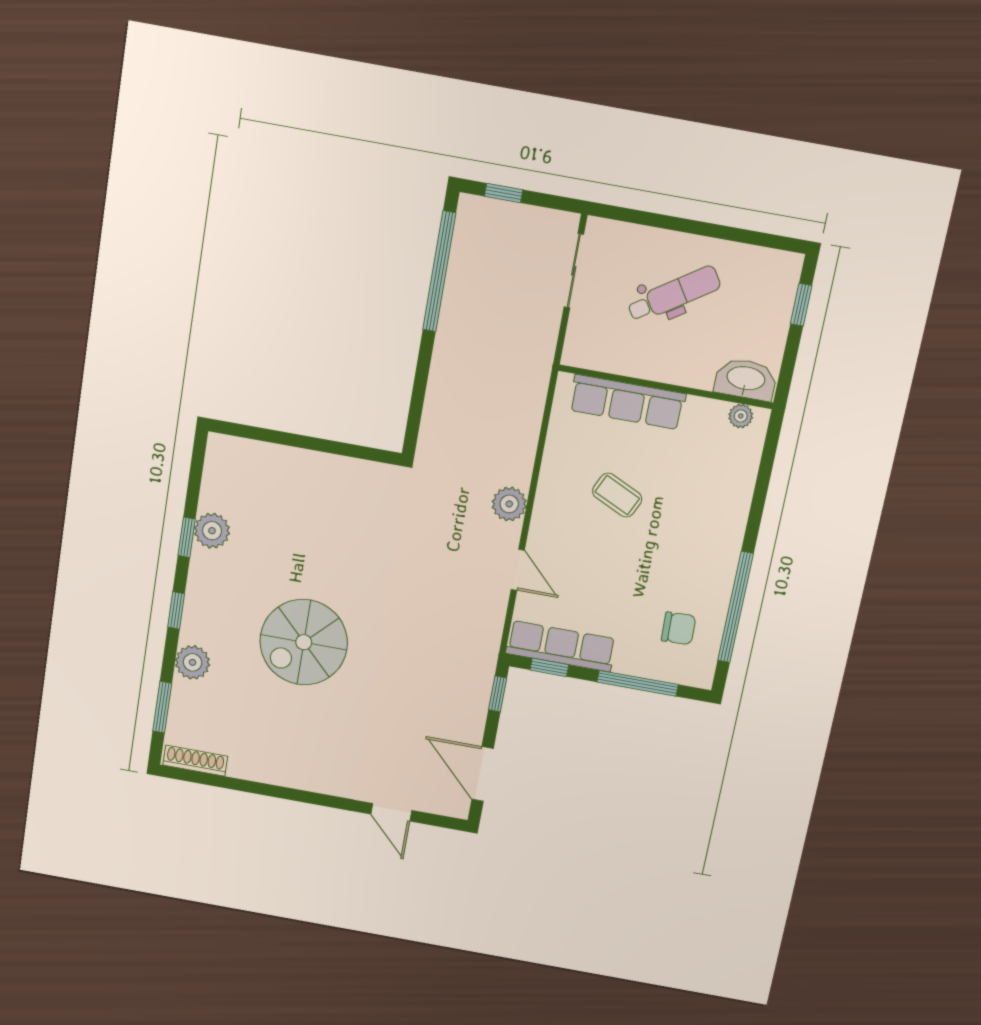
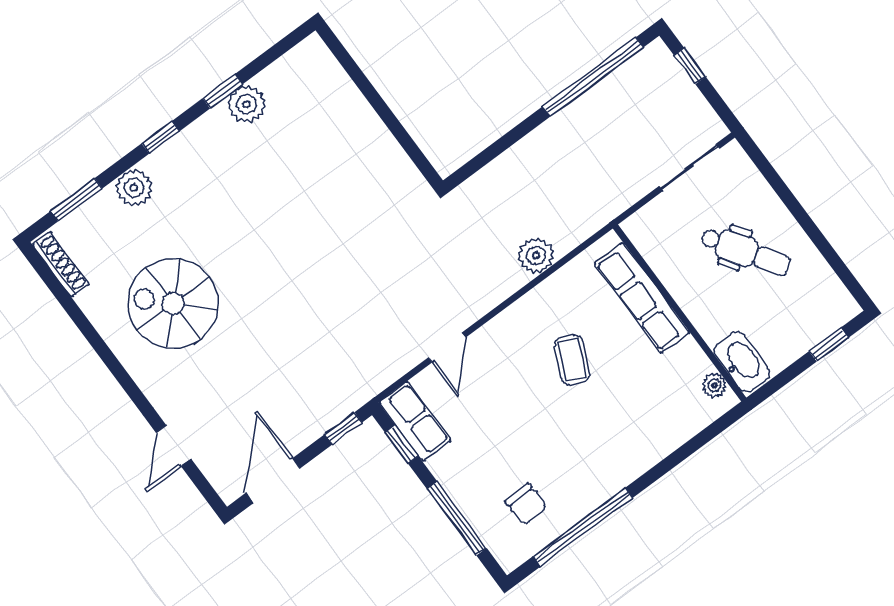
plant: (509, 504) -> (536, 255), moved
spiral stairs: (304, 642) -> (173, 303), moved
row of seats: (561, 646) -> (415, 422), width x0.68

